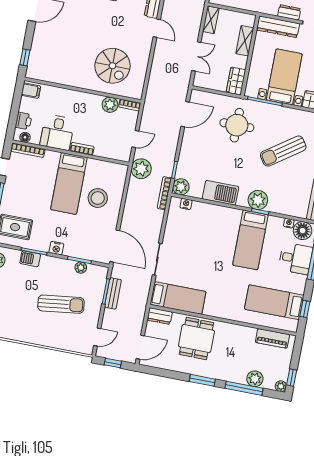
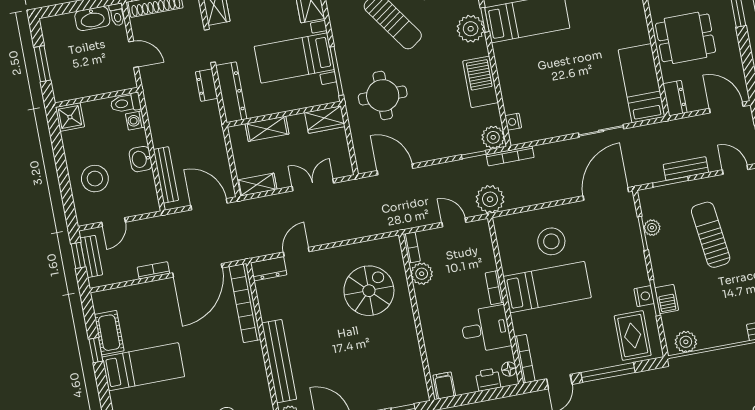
nightstand: (56, 248) -> (644, 296), moved
bench: (113, 293) -> (686, 169), moved

